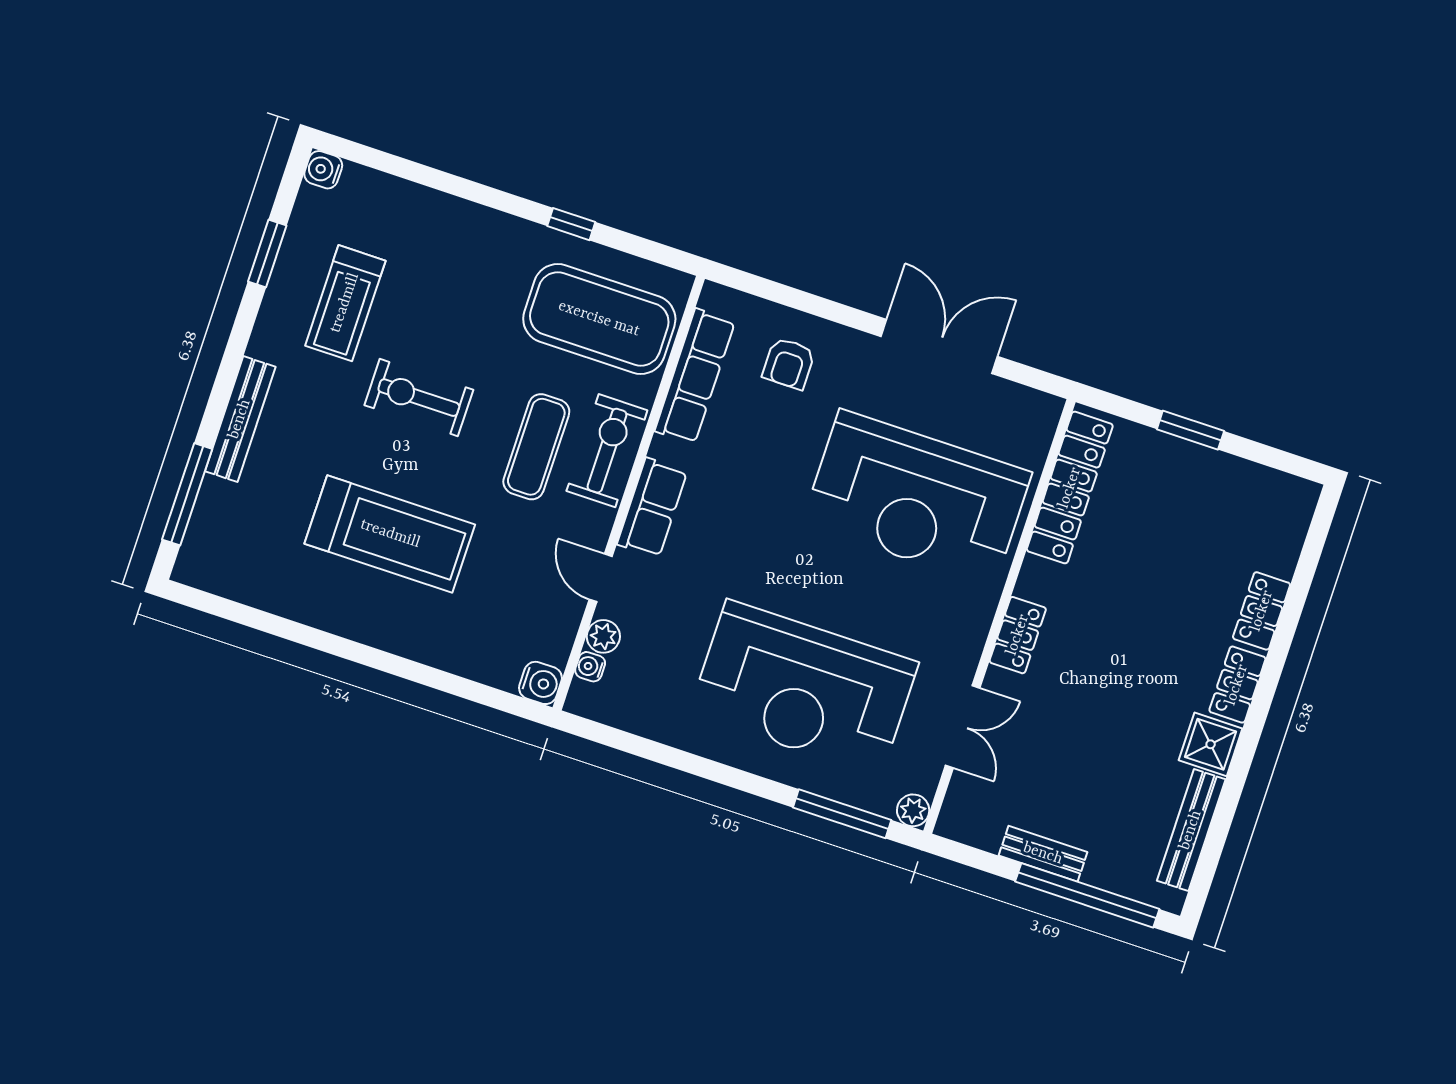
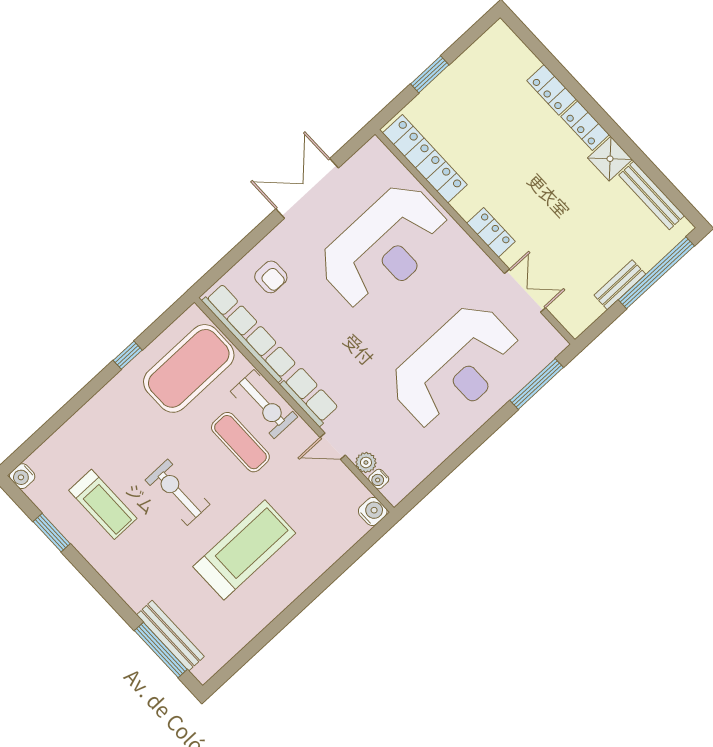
row of seats: (695, 376) -> (249, 333), width x1.36
exercise bike: (419, 398) -> (178, 492), turned 90
bench: (240, 419) -> (170, 636), moved
exercise bike: (607, 451) -> (264, 404), turned 180
plant: (913, 810) -> (556, 344), removed

